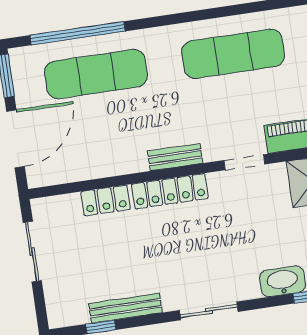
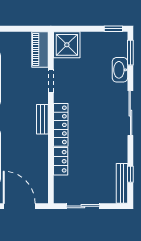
bench: (125, 308) -> (122, 183), moved
sliding door: (209, 311) -> (130, 113), width x1.37

